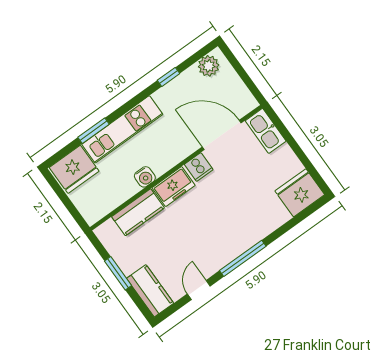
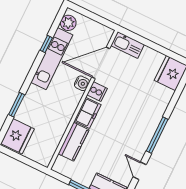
kitchen unit: (122, 129) -> (52, 59), moved
water cooler: (145, 177) -> (82, 83), moved

